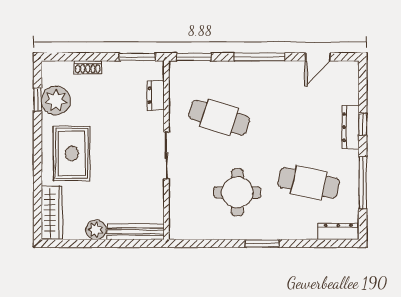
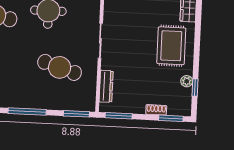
window: (68, 57) -> (171, 118), added
dresser: (156, 95) -> (106, 86), width x1.44
plant: (56, 100) -> (187, 81), width x0.53, depth x0.53

